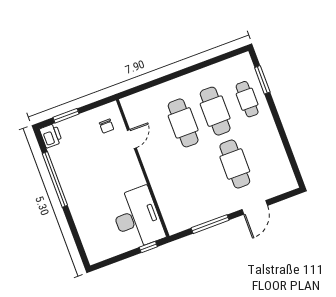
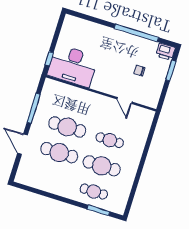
cafe table: (183, 123) -> (110, 140), width x0.73, depth x0.74
chair: (107, 126) -> (139, 71), moved
cafe table: (203, 176) -> (67, 127), added

